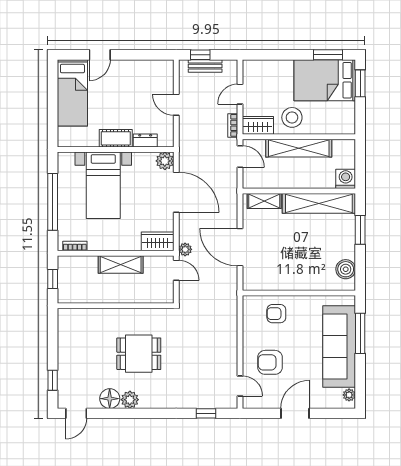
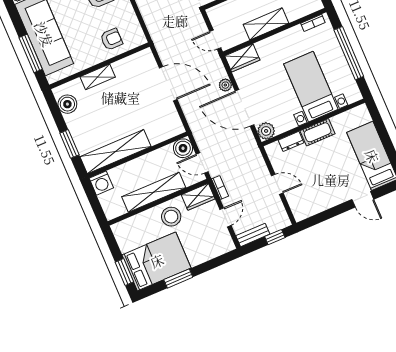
door: (100, 55) -> (363, 199), swing flipped
window: (328, 55) -> (178, 278), moved
bench: (205, 66) -> (253, 235), moved
boiler: (252, 179) -> (183, 148), added
shelving: (264, 201) -> (98, 77), moved
plant: (185, 249) -> (225, 85), moved

